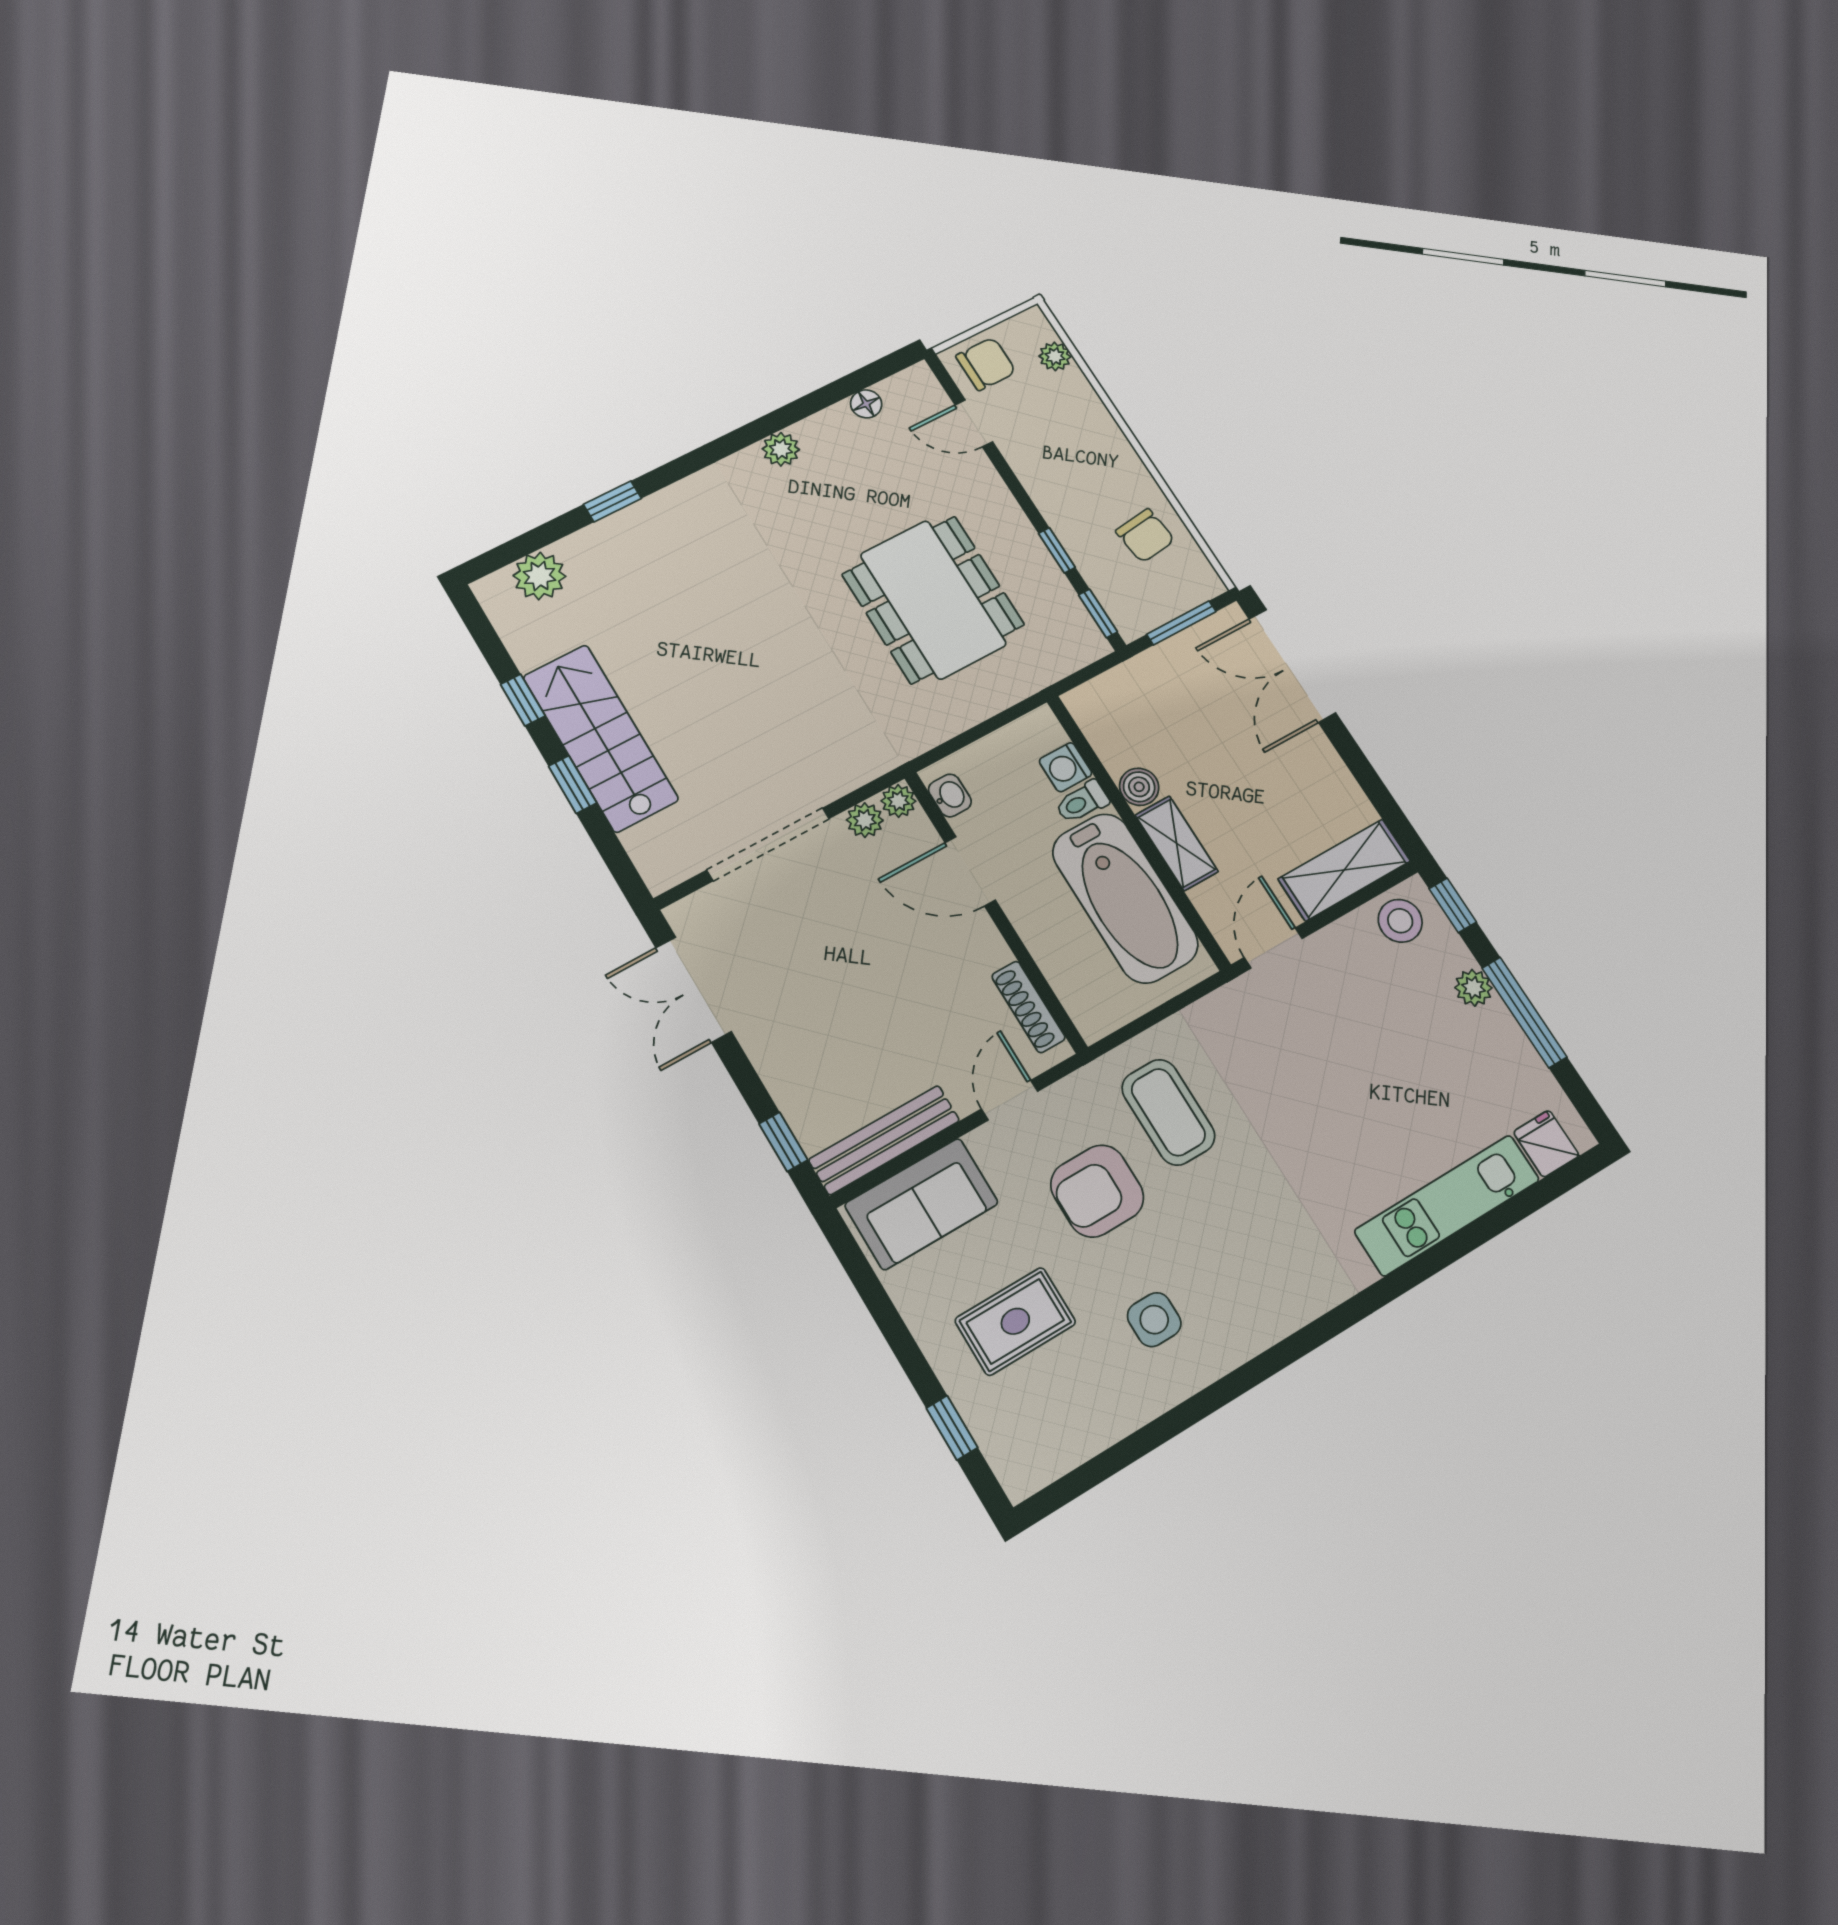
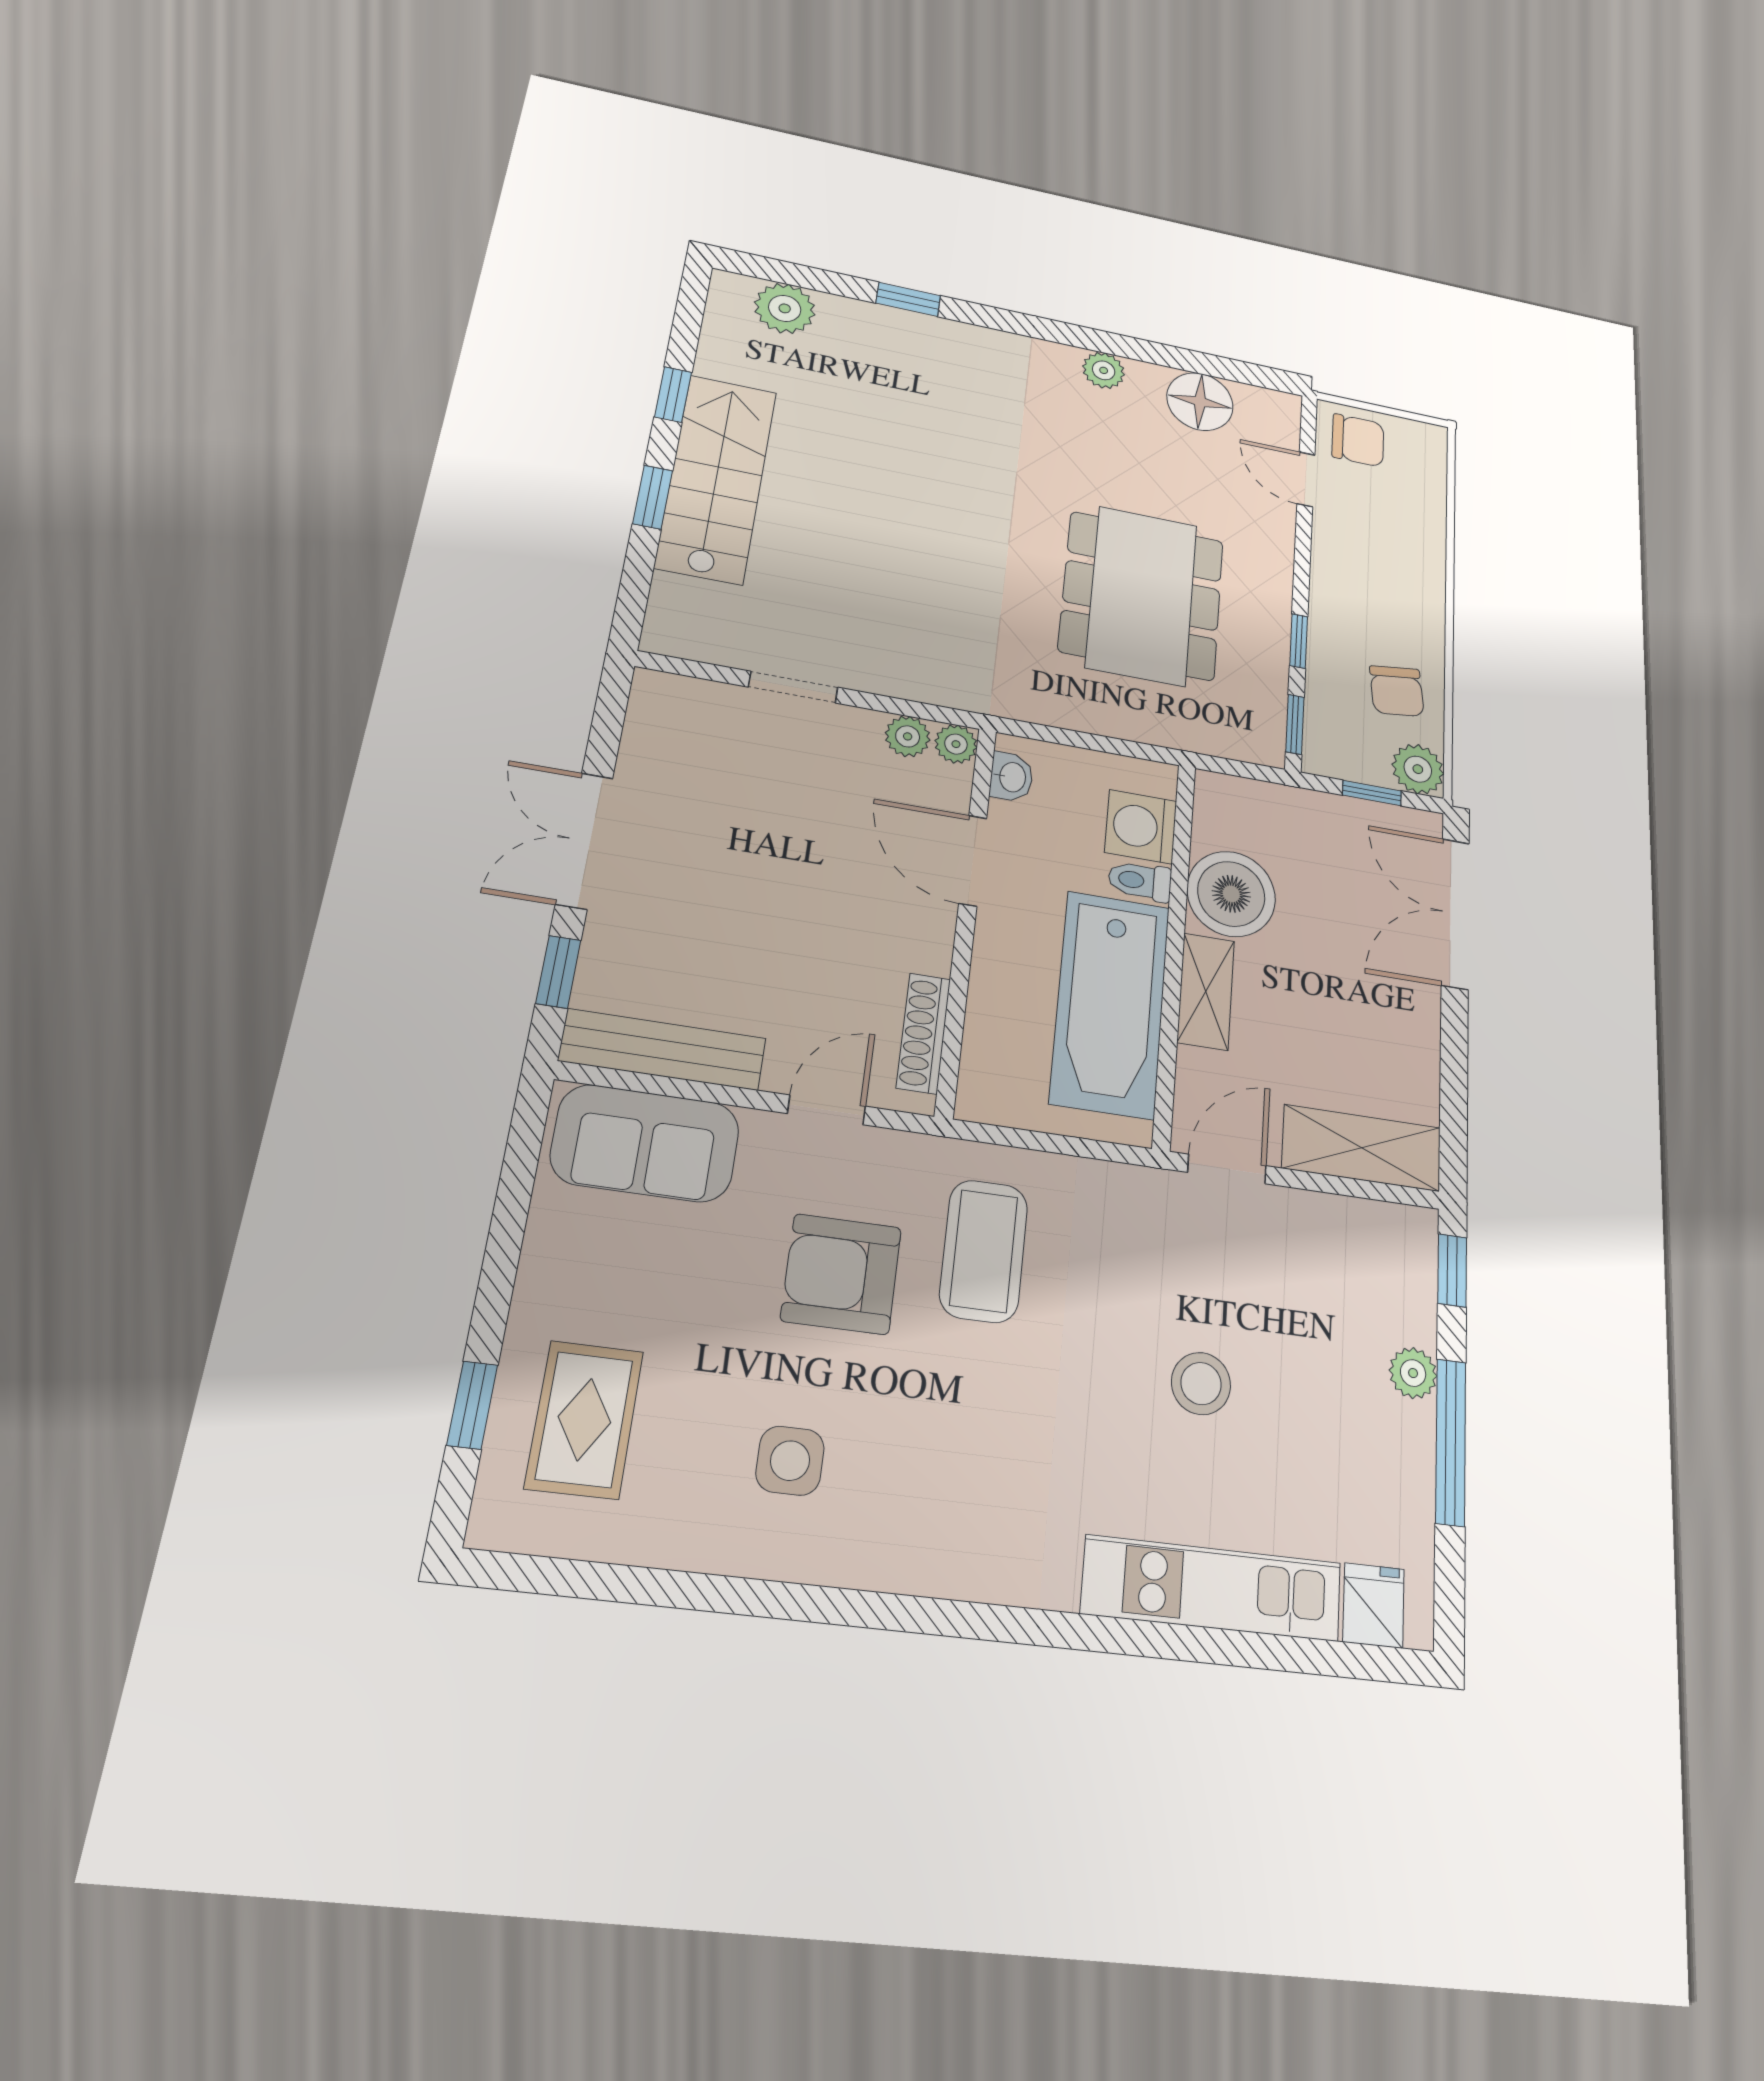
plant: (1055, 356) -> (1418, 769), moved, width x1.38, depth x1.38
floor lamp: (866, 404) -> (1200, 402), width x1.89, depth x1.89
window: (1181, 623) -> (1372, 793), width x0.67
washing machine: (1066, 767) -> (1141, 827), width x1.38, depth x1.38
boiler: (1139, 787) -> (1231, 894), width x1.86, depth x1.86
doorway: (768, 844) -> (793, 687), width x0.53
stool: (1400, 921) -> (1201, 1384), moved
double door: (694, 990) -> (584, 841), moved
rug: (1015, 1321) -> (584, 1419), moved, turned 90

